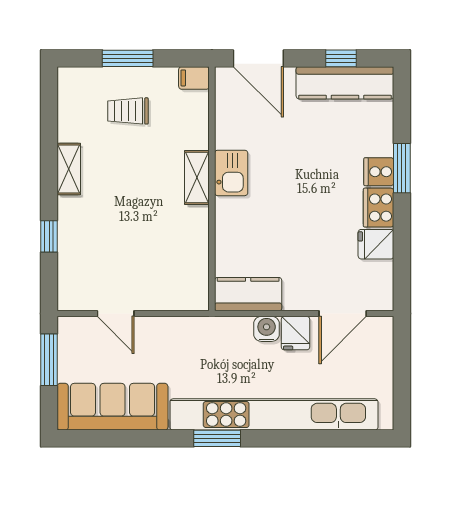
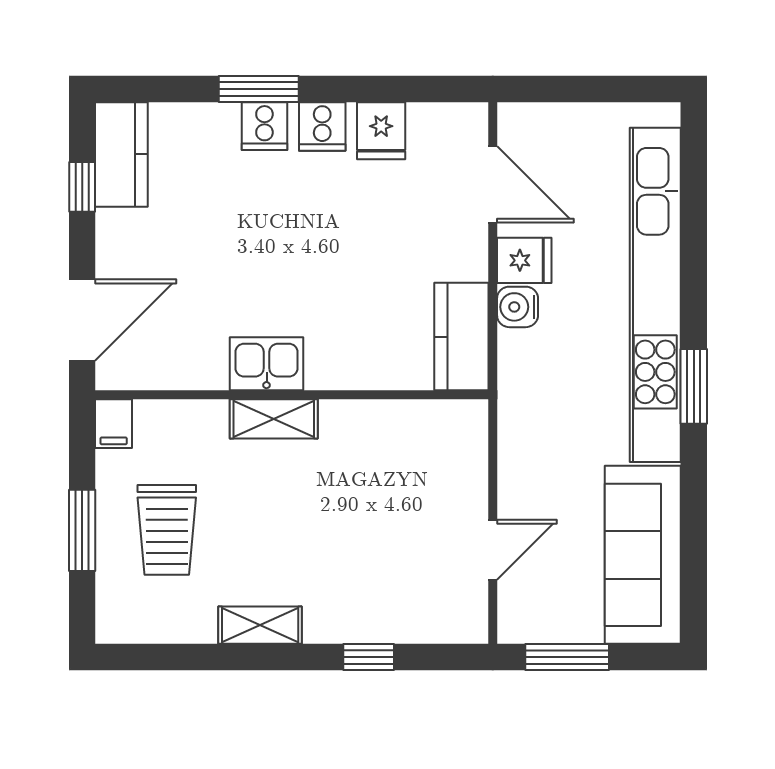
kitchen counter: (345, 83) -> (121, 154), width x0.67
trolley: (128, 111) -> (167, 530), width x1.36, depth x1.39
cooker: (379, 208) -> (322, 126), width x0.73

